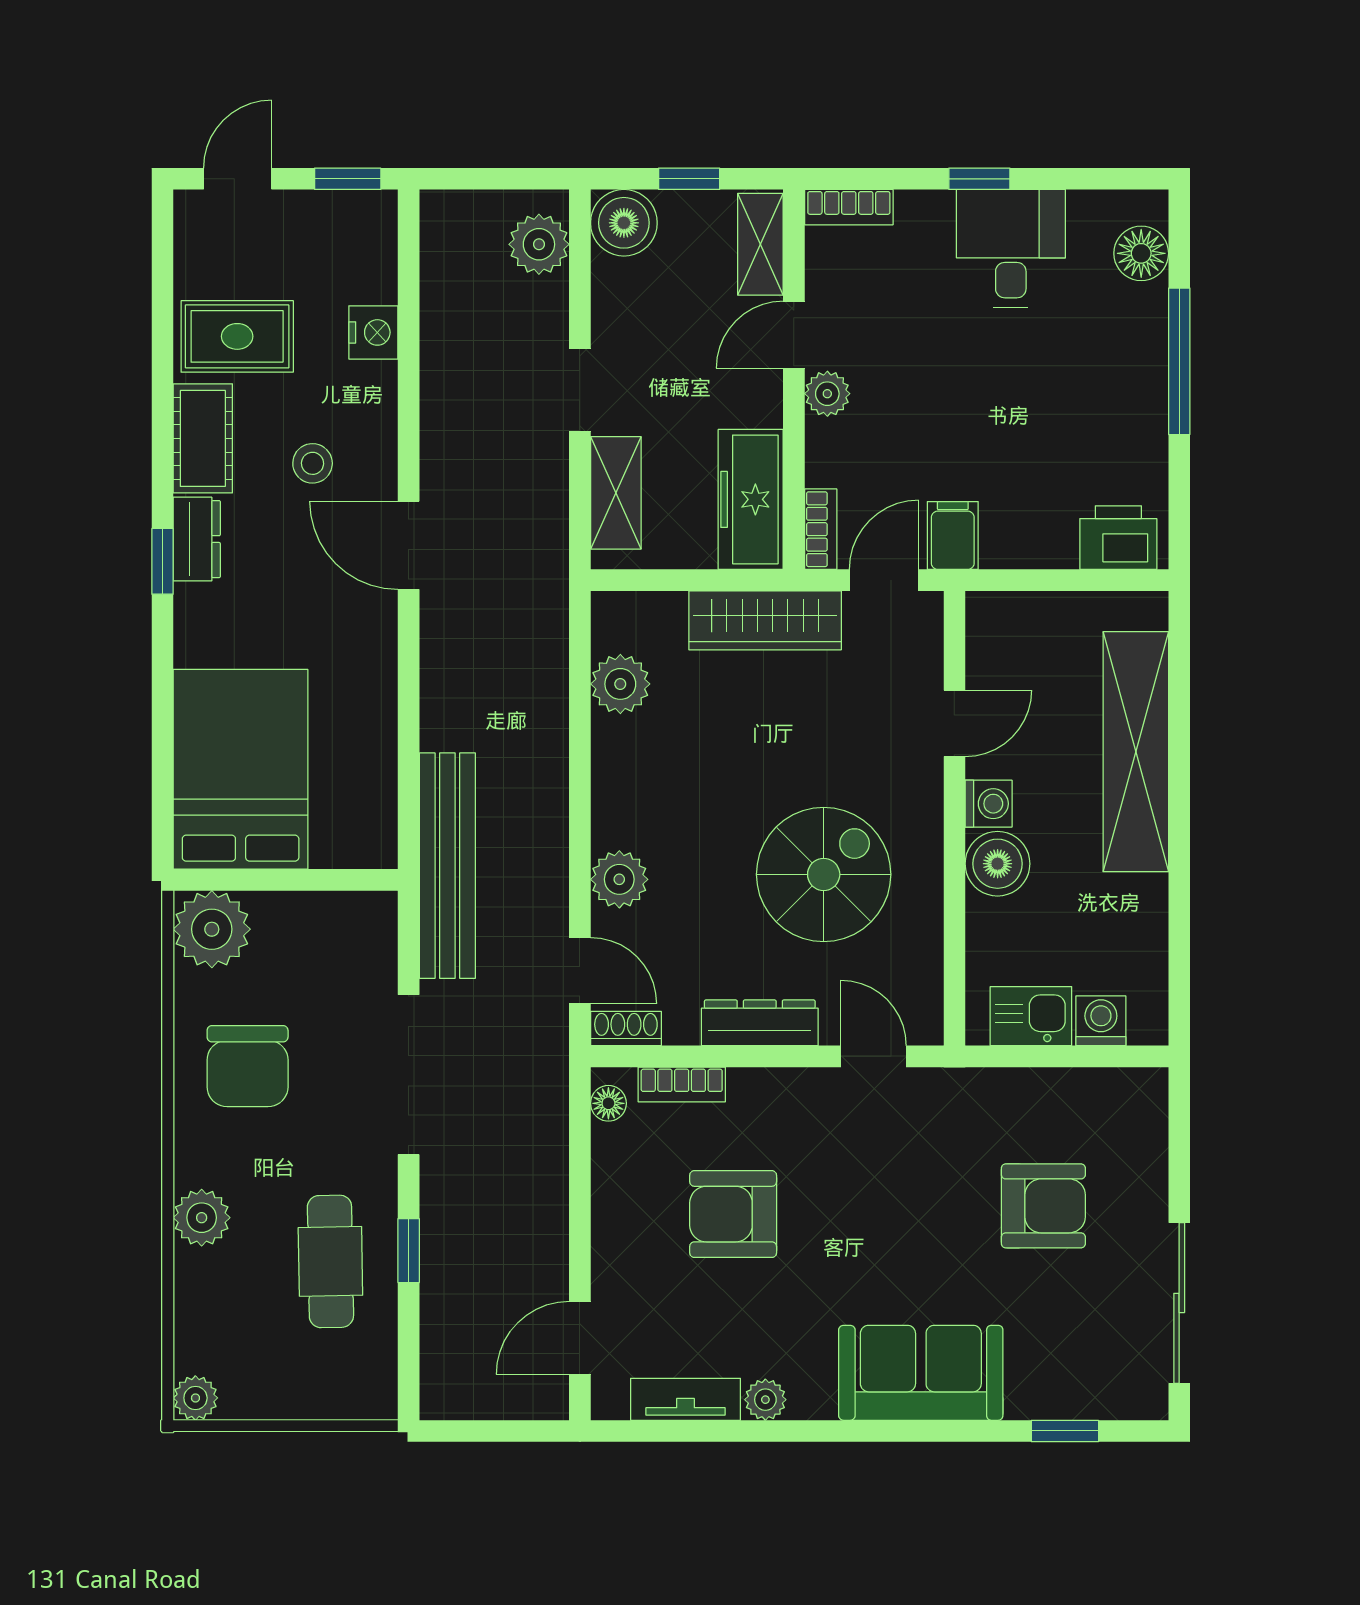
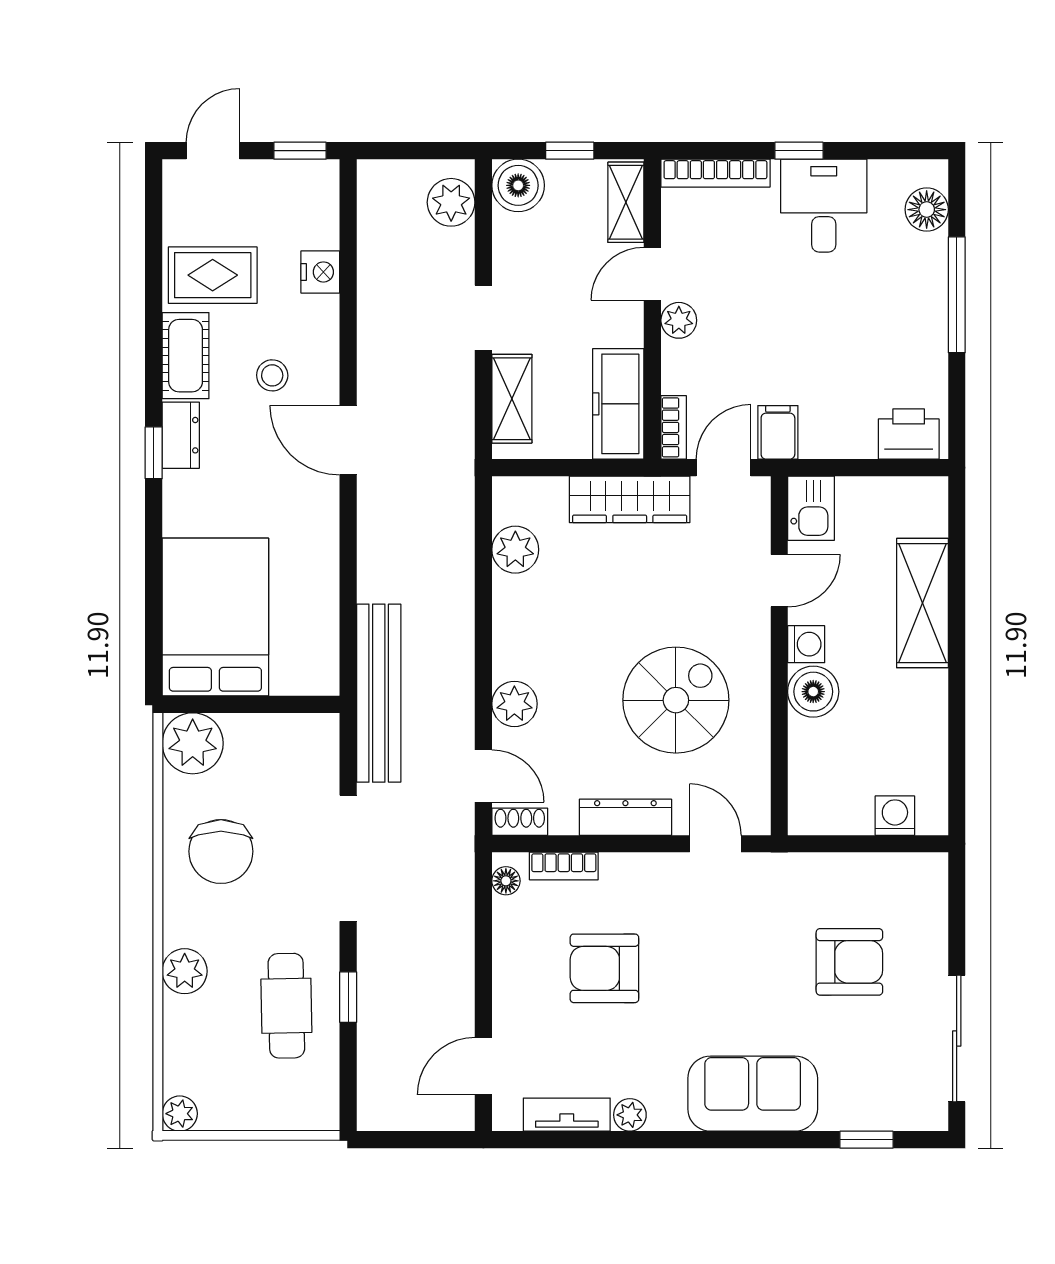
bookcase: (849, 207) -> (715, 173), width x1.56
shelving: (1136, 752) -> (922, 603), width x0.68
kitchen sink: (1031, 1016) -> (811, 508), moved, turned 90

